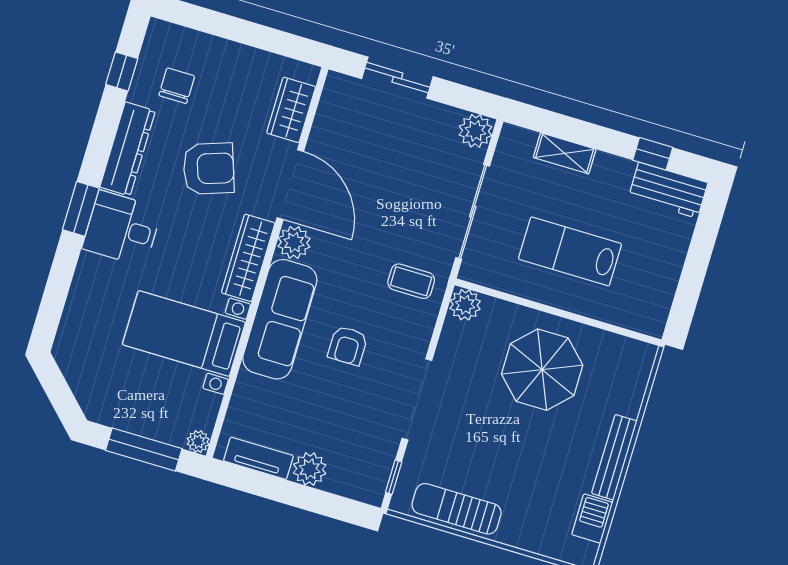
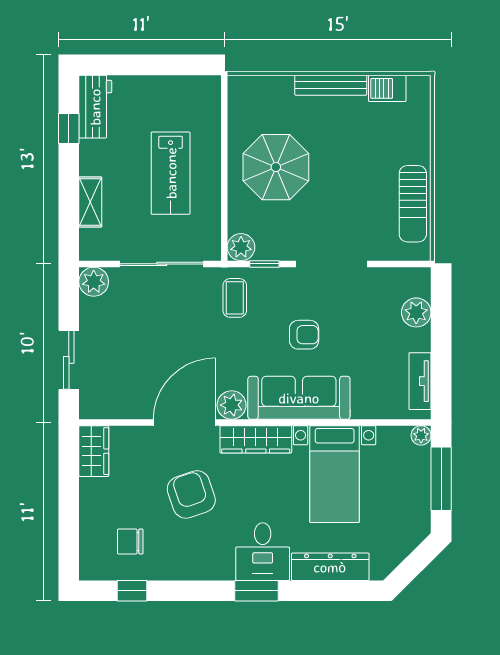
wardrobe: (291, 110) -> (94, 451), moved, turned -90
dresser: (128, 149) -> (330, 567), moved
plant: (310, 469) -> (416, 312), moved
window: (394, 477) -> (264, 264), moved

